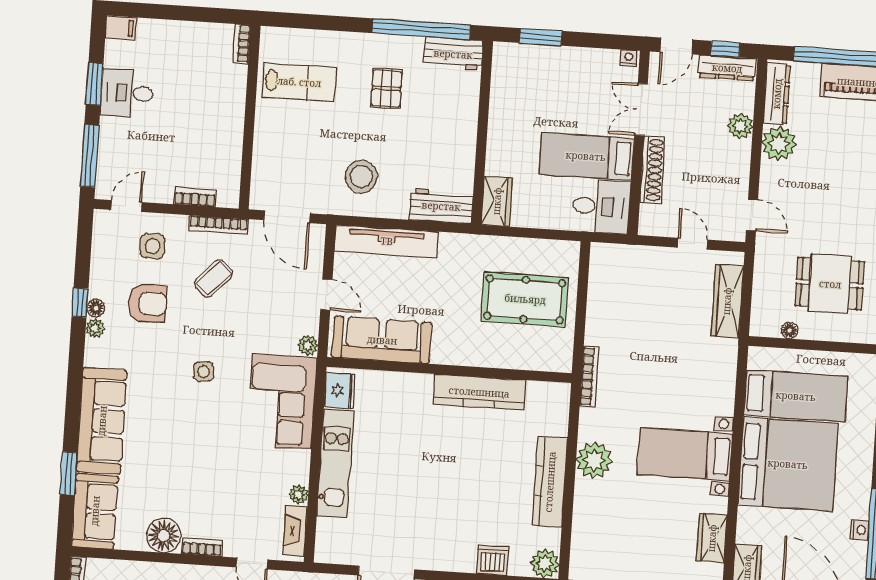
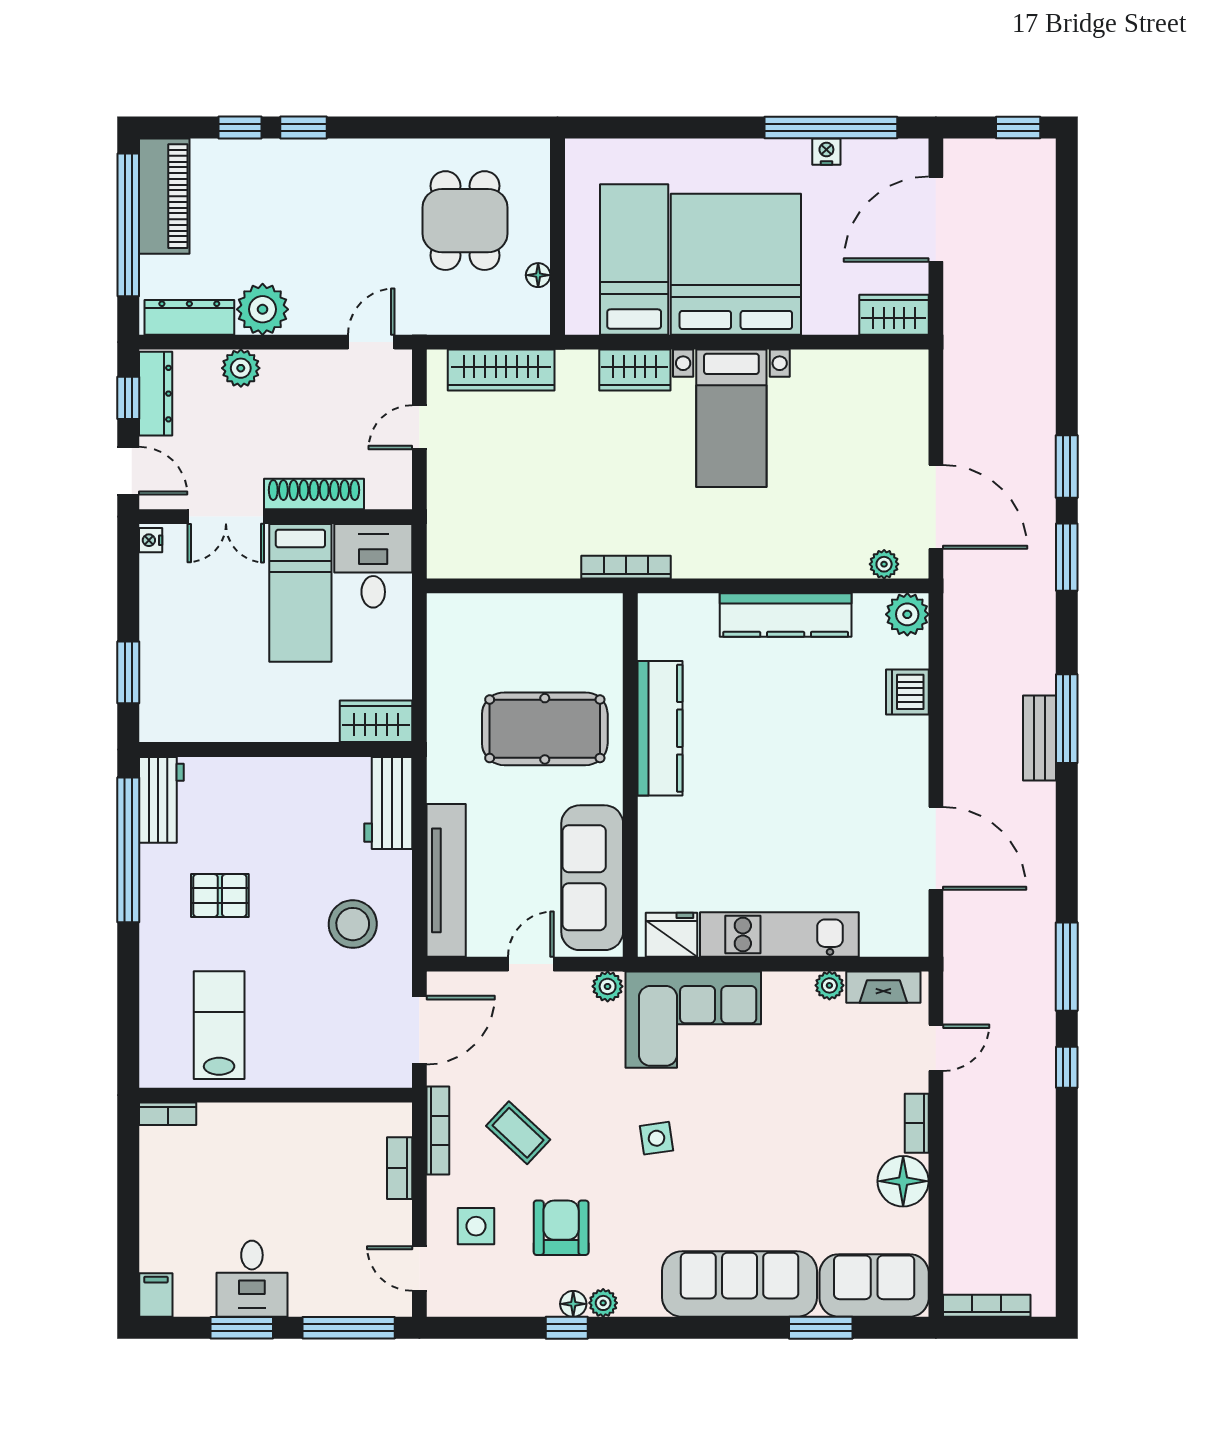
pool table: (525, 299) -> (545, 729), moved, turned 90
plant: (594, 460) -> (884, 564), moved, width x0.53, depth x0.53
wardrobe: (712, 538) -> (635, 370), moved

